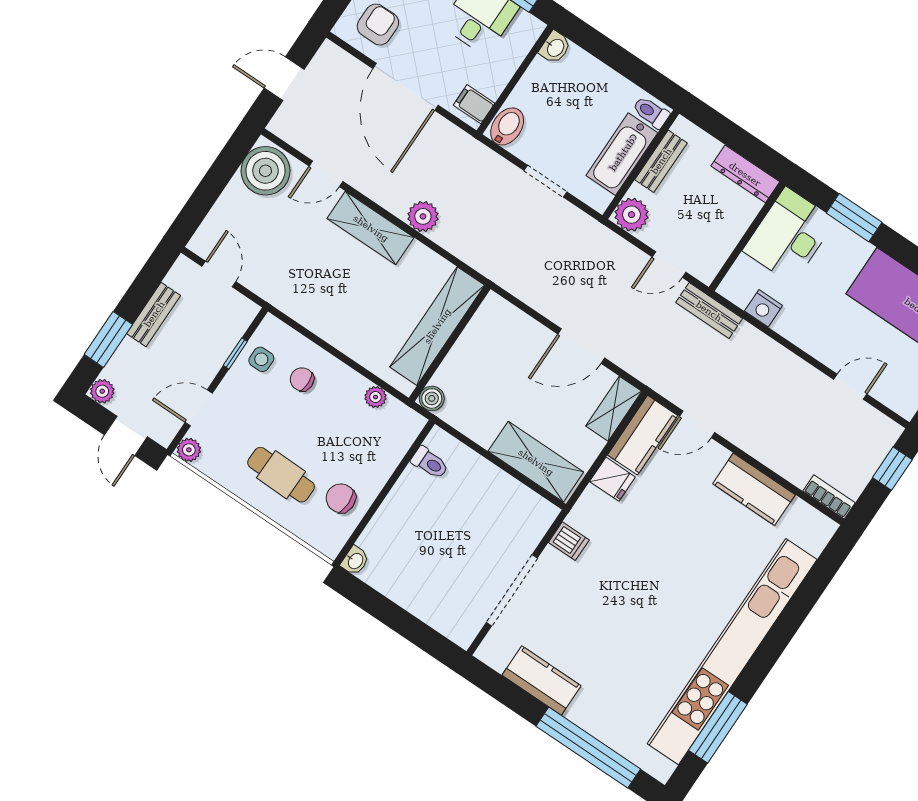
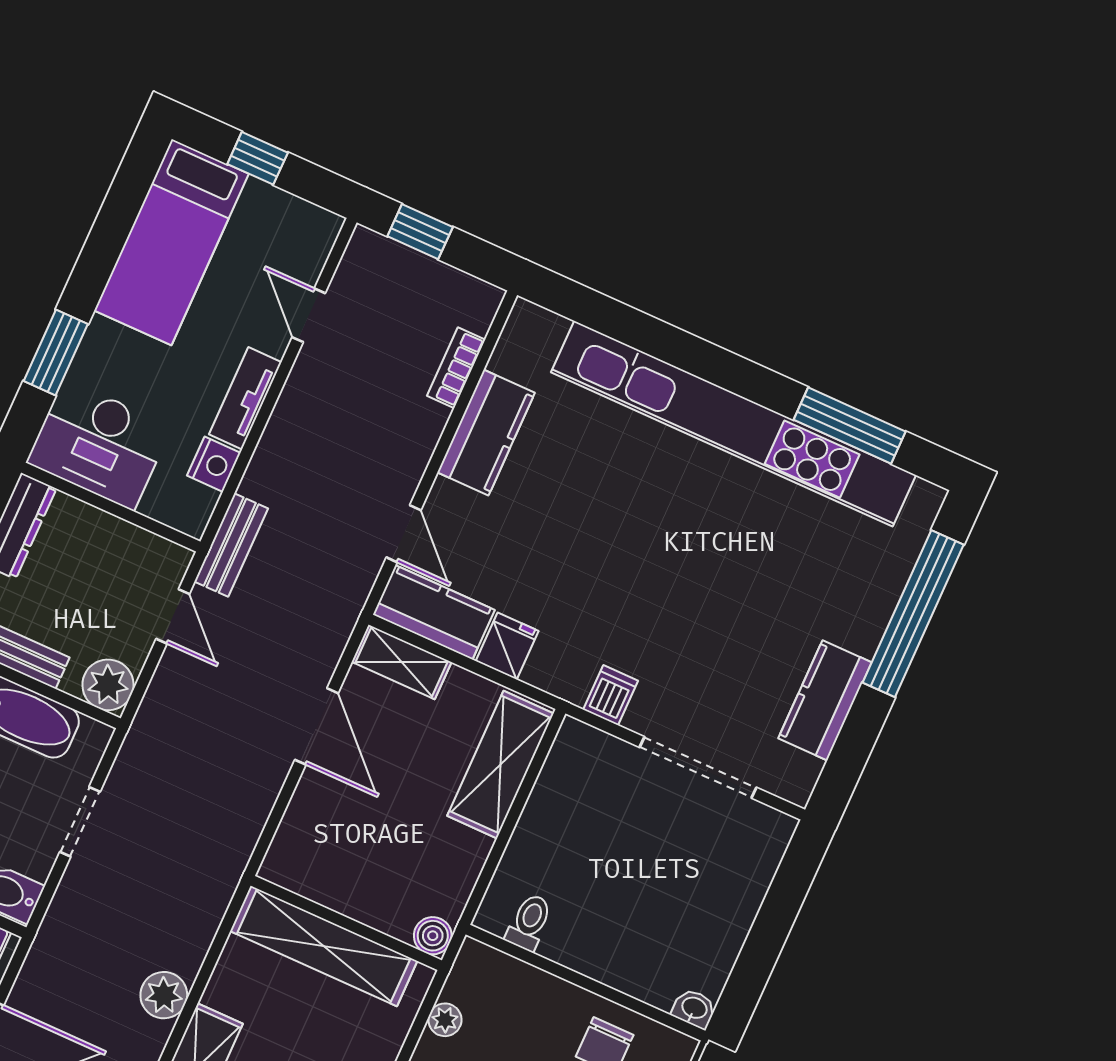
tv unit: (803, 336) -> (245, 398), added
bookcase: (829, 497) -> (456, 368), moved

